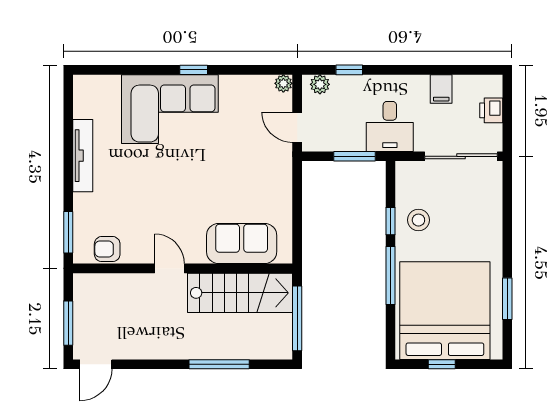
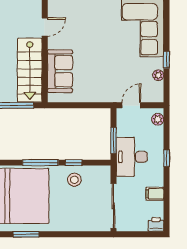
window: (194, 70) -> (167, 60), moved
window: (349, 70) -> (167, 158), moved
plant: (283, 83) -> (158, 75), moved
printer: (491, 110) -> (156, 224), moved
desk: (390, 126) -> (132, 157), width x1.37

